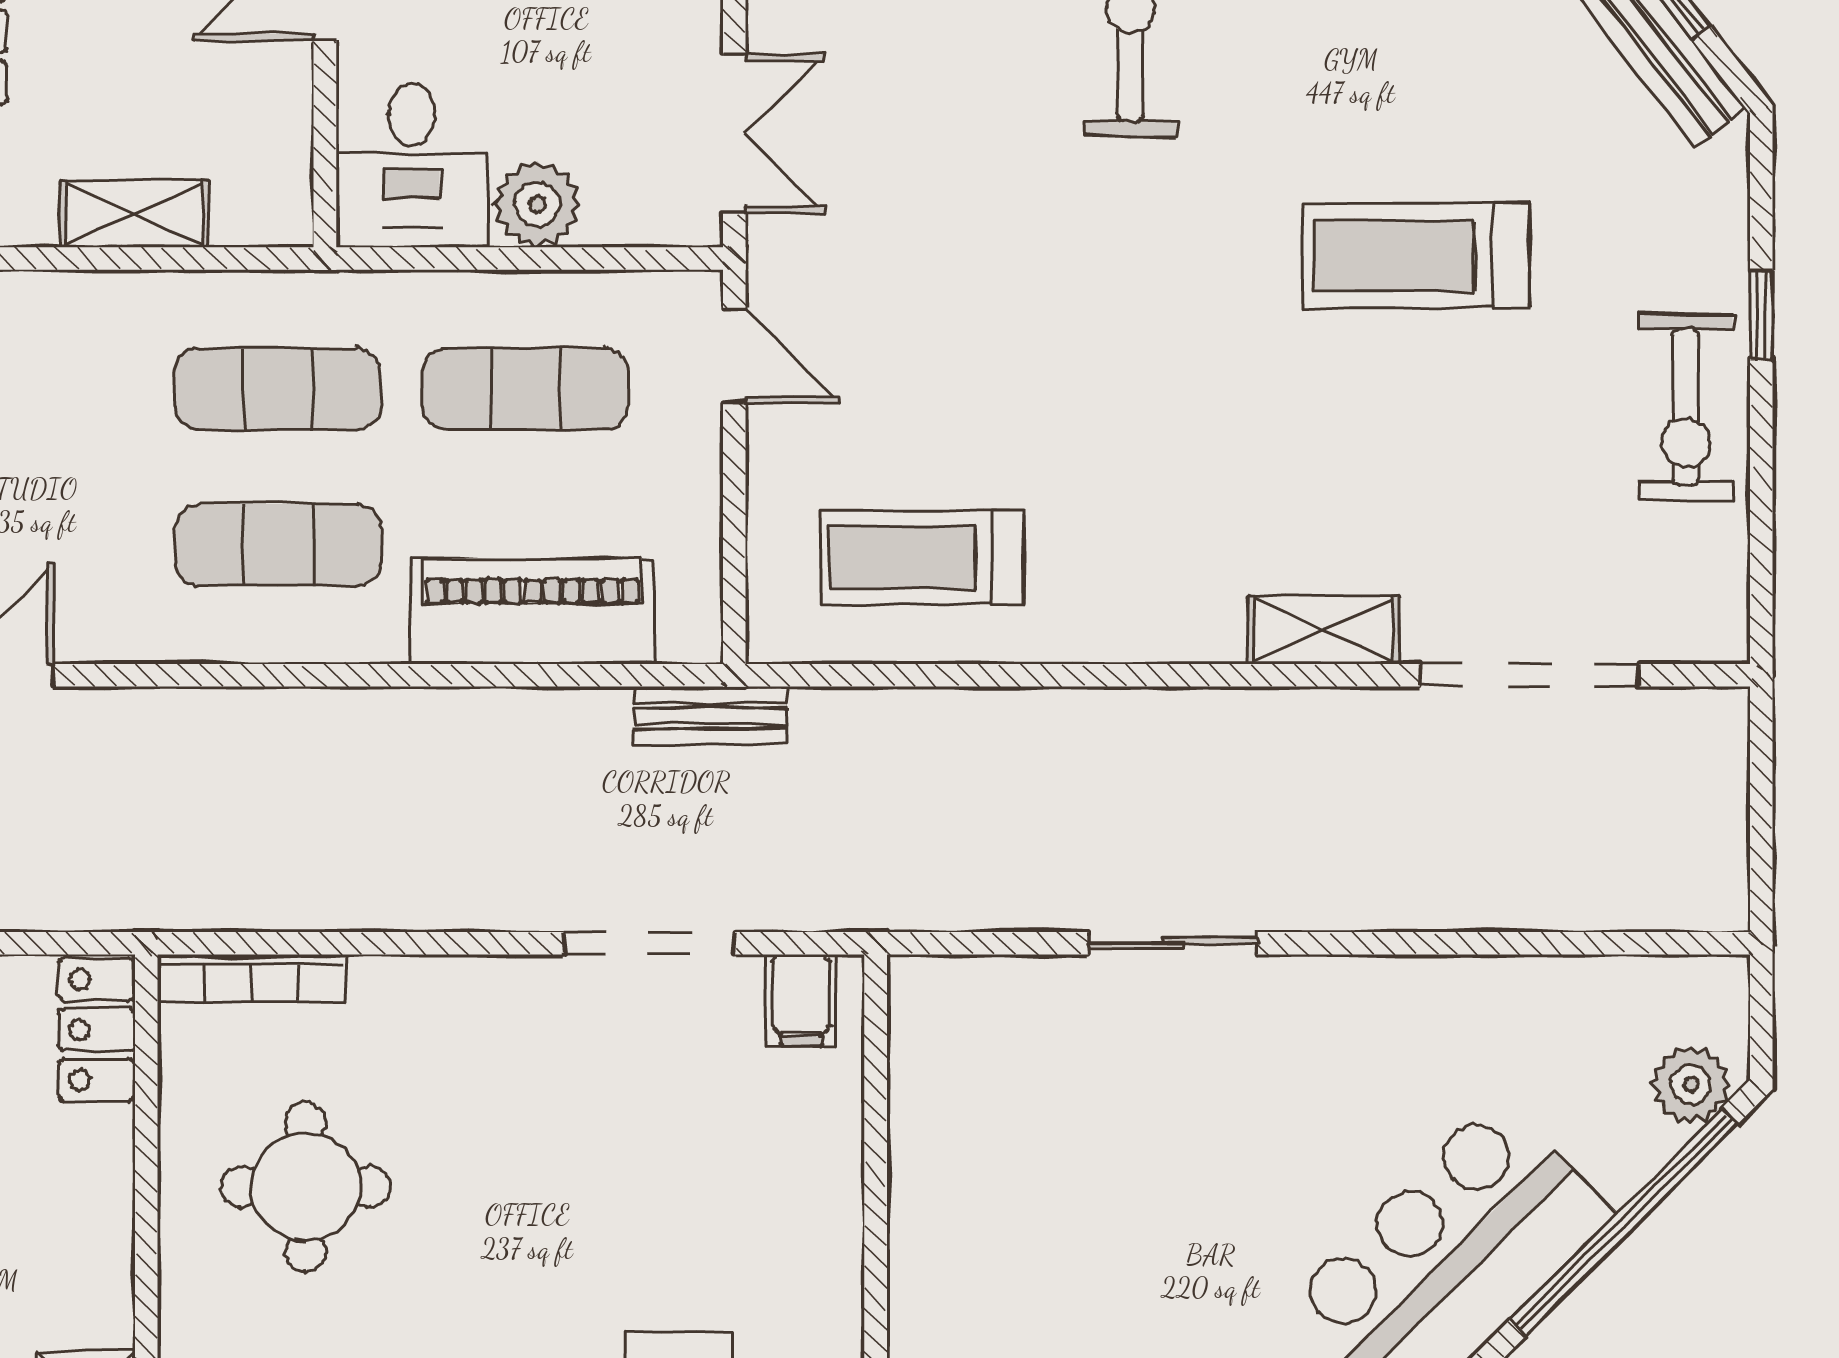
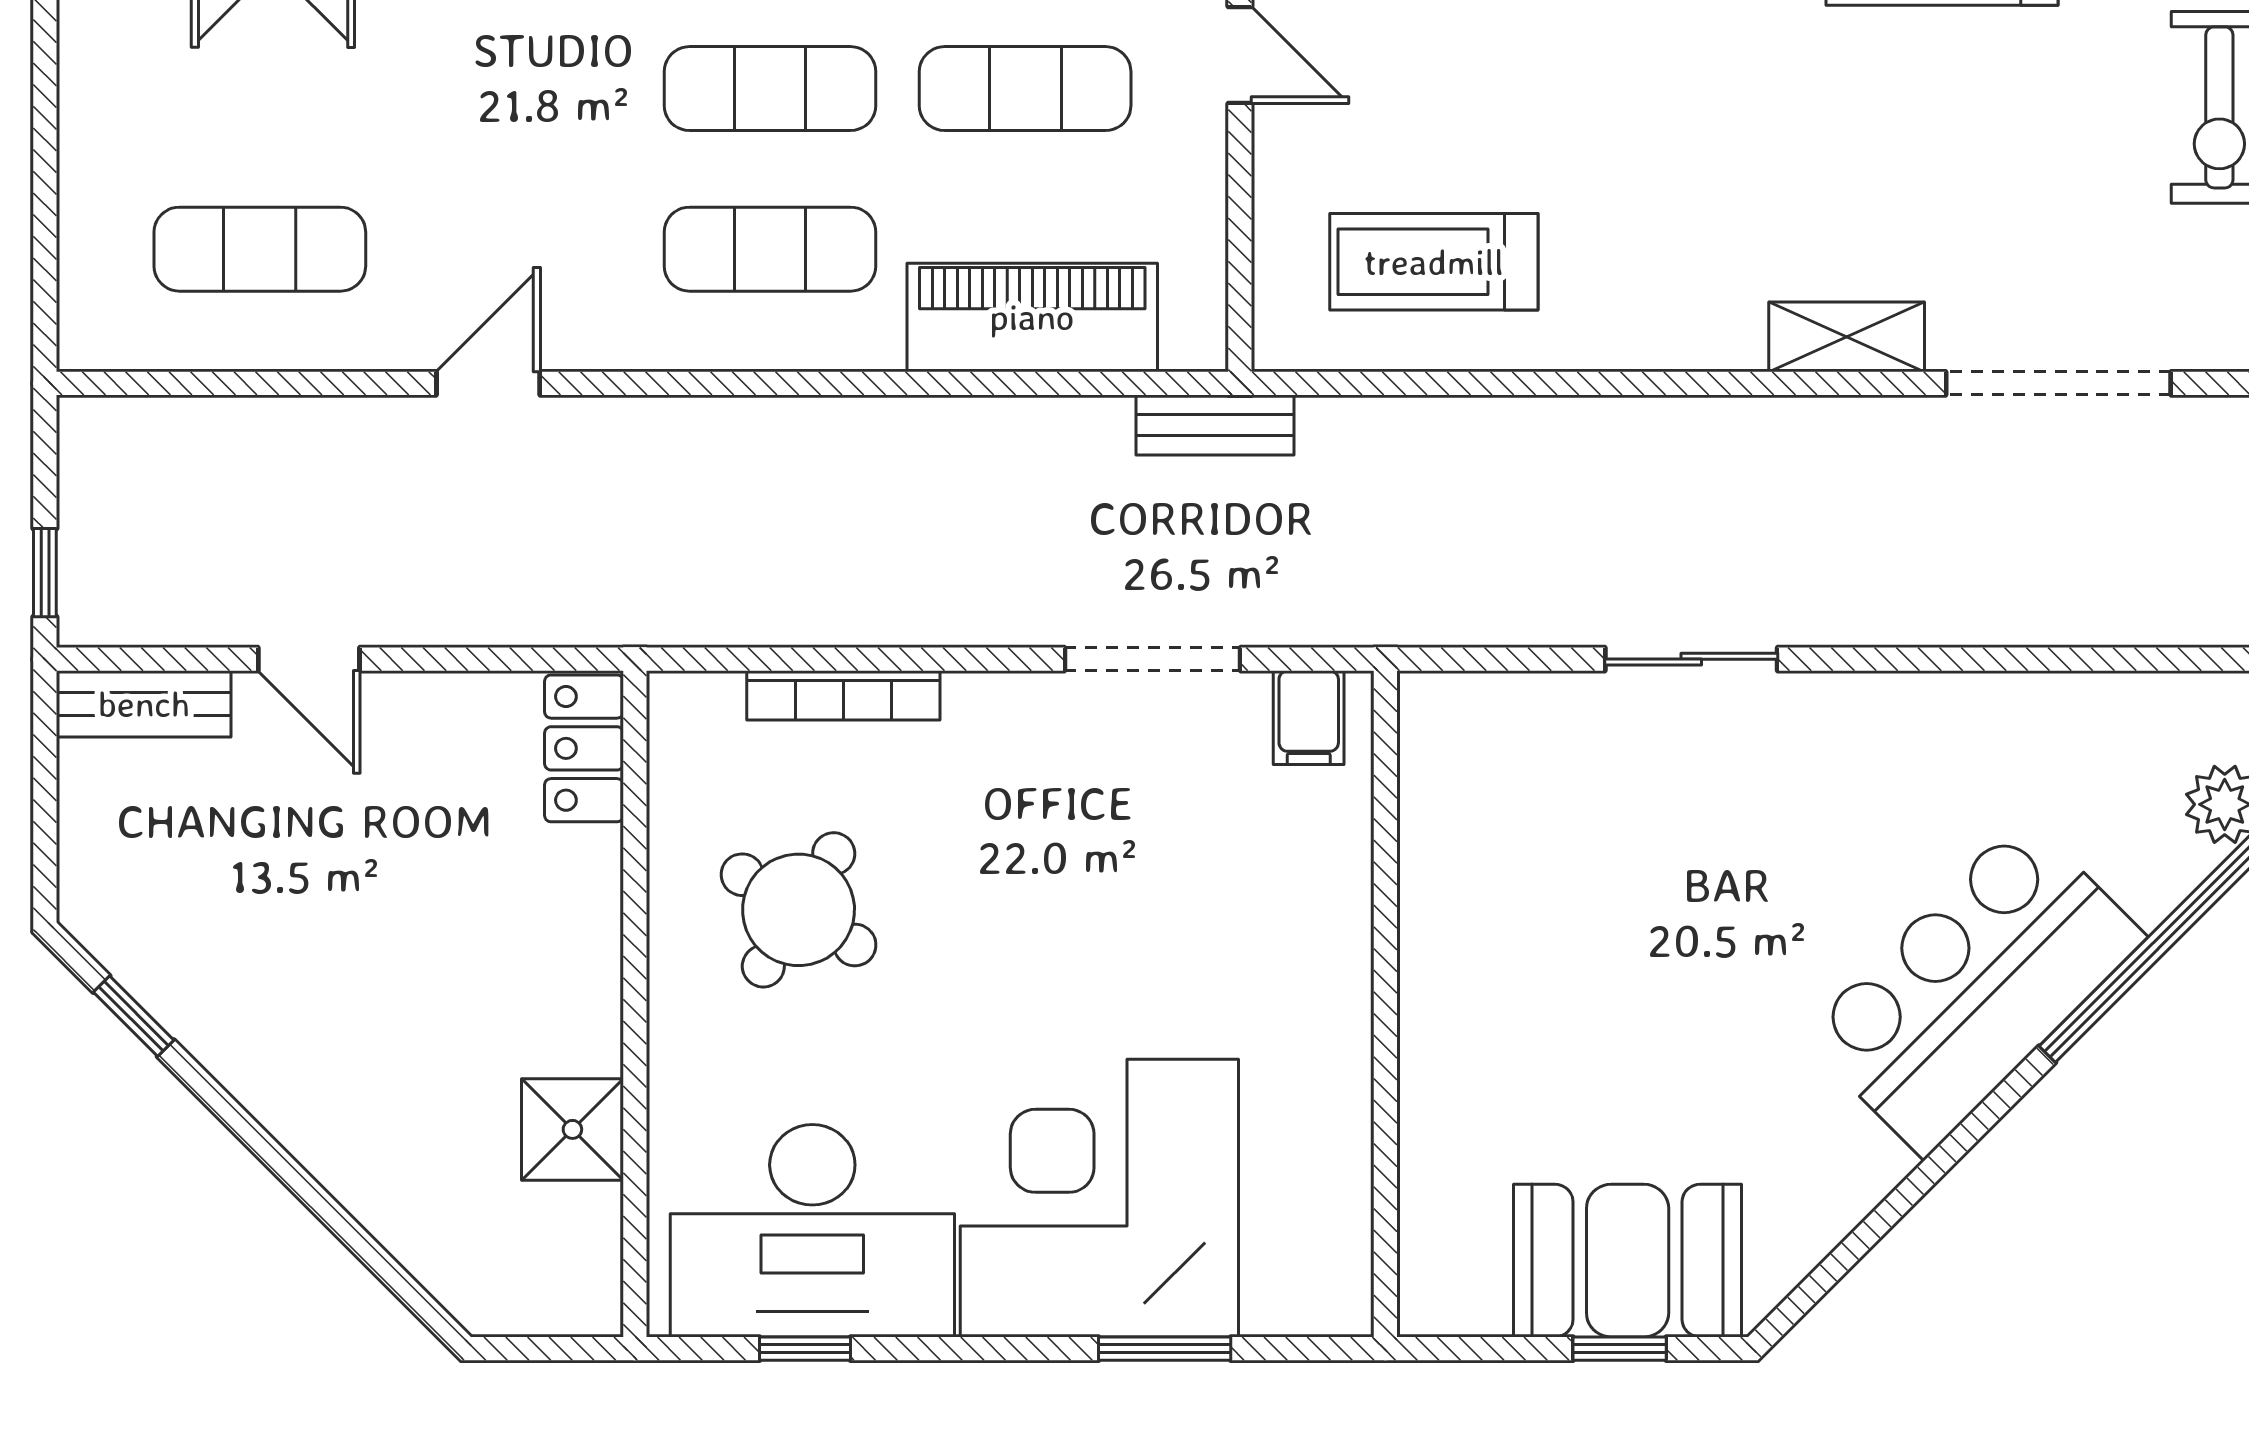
bookcase: (251, 978) -> (843, 695), moved
round table: (305, 1187) -> (799, 910), turned 32

